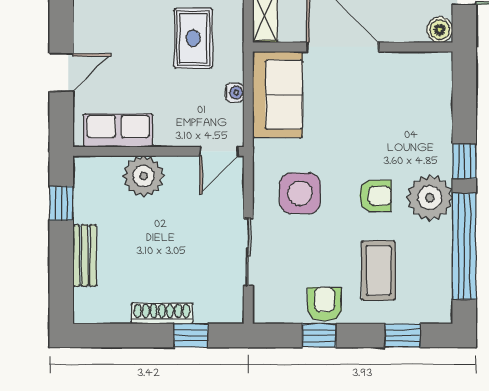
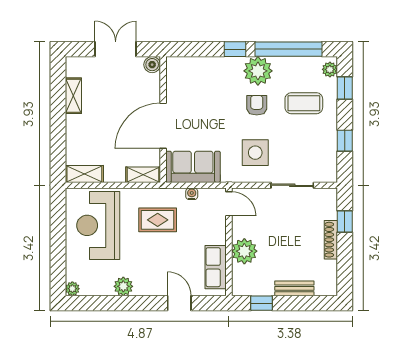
armchair: (324, 304) -> (325, 137), removed
plant: (432, 312) -> (330, 69), added

